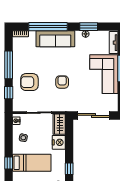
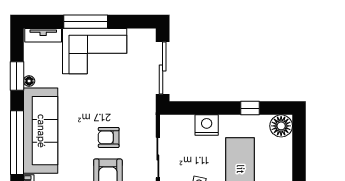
sofa: (55, 39) -> (41, 131), width x1.36, depth x1.27
armchair: (62, 82) -> (109, 137), moved
wardrobe: (59, 124) -> (177, 125), removed

